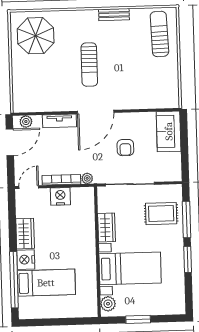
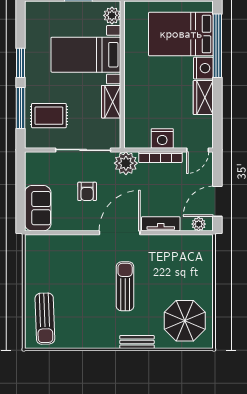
bench: (114, 15) -> (137, 342), moved
armchair: (125, 148) -> (87, 191), turned 180
plant: (87, 178) -> (126, 163), width x1.87, depth x1.87
bed: (46, 283) -> (181, 34), width x1.50

